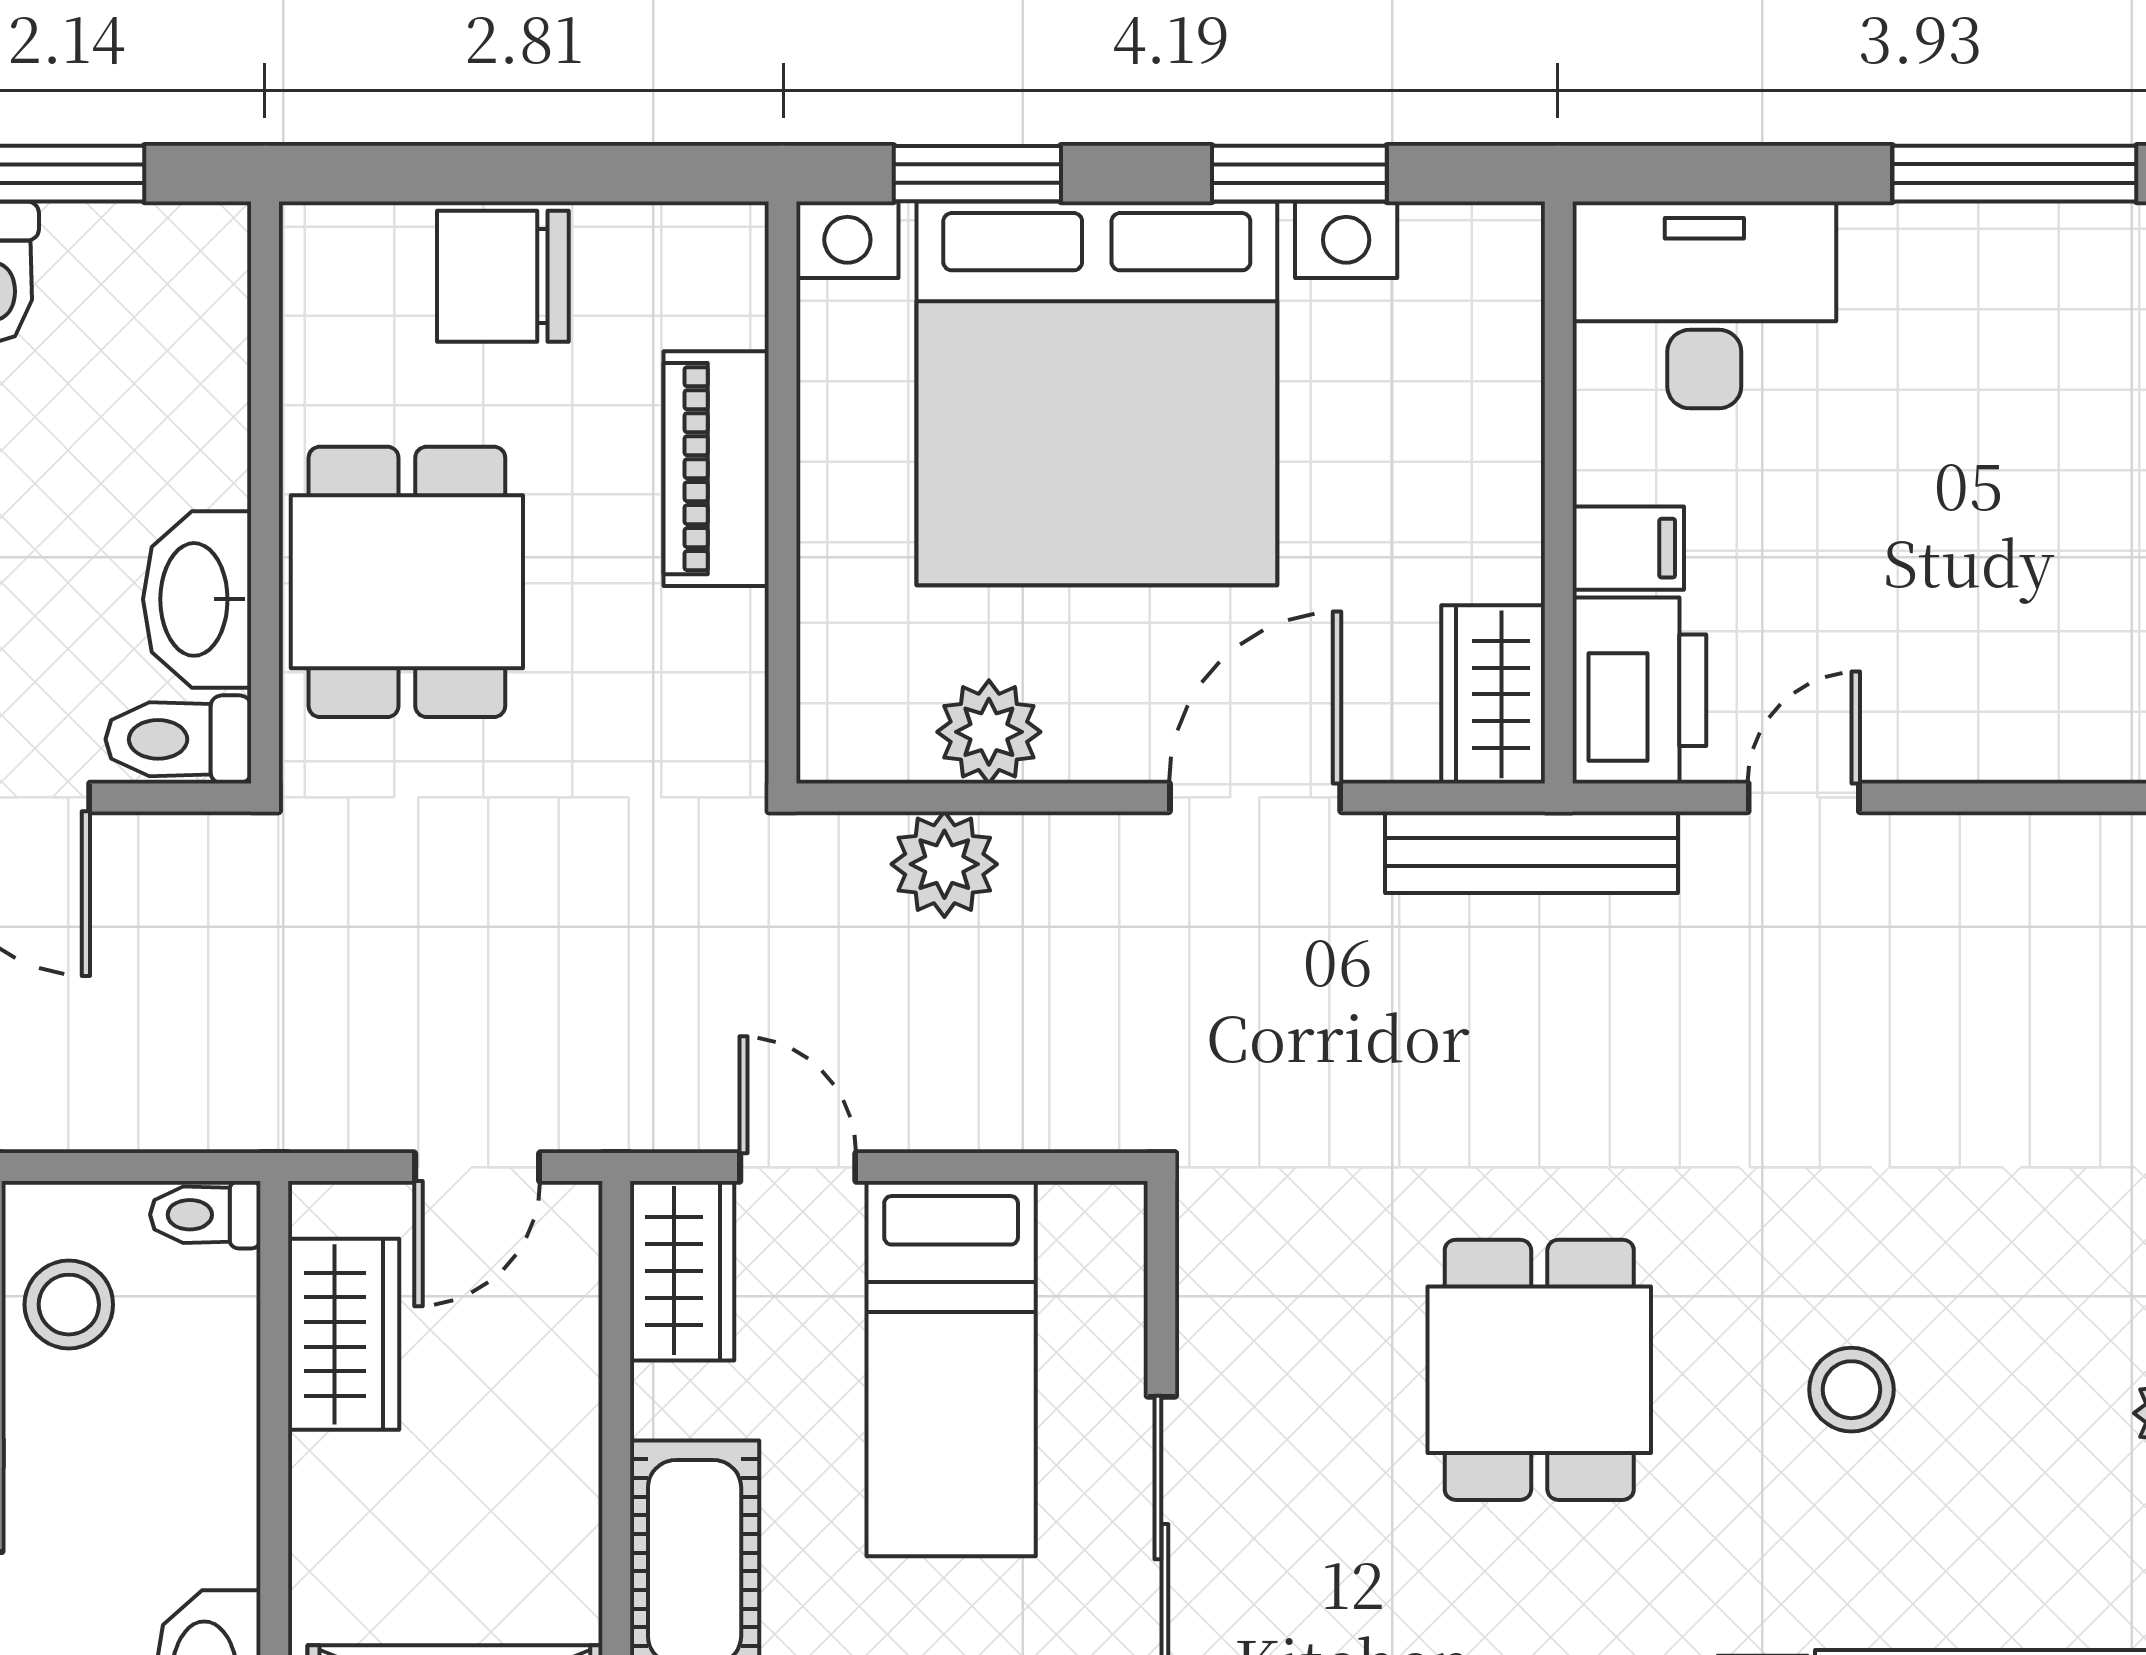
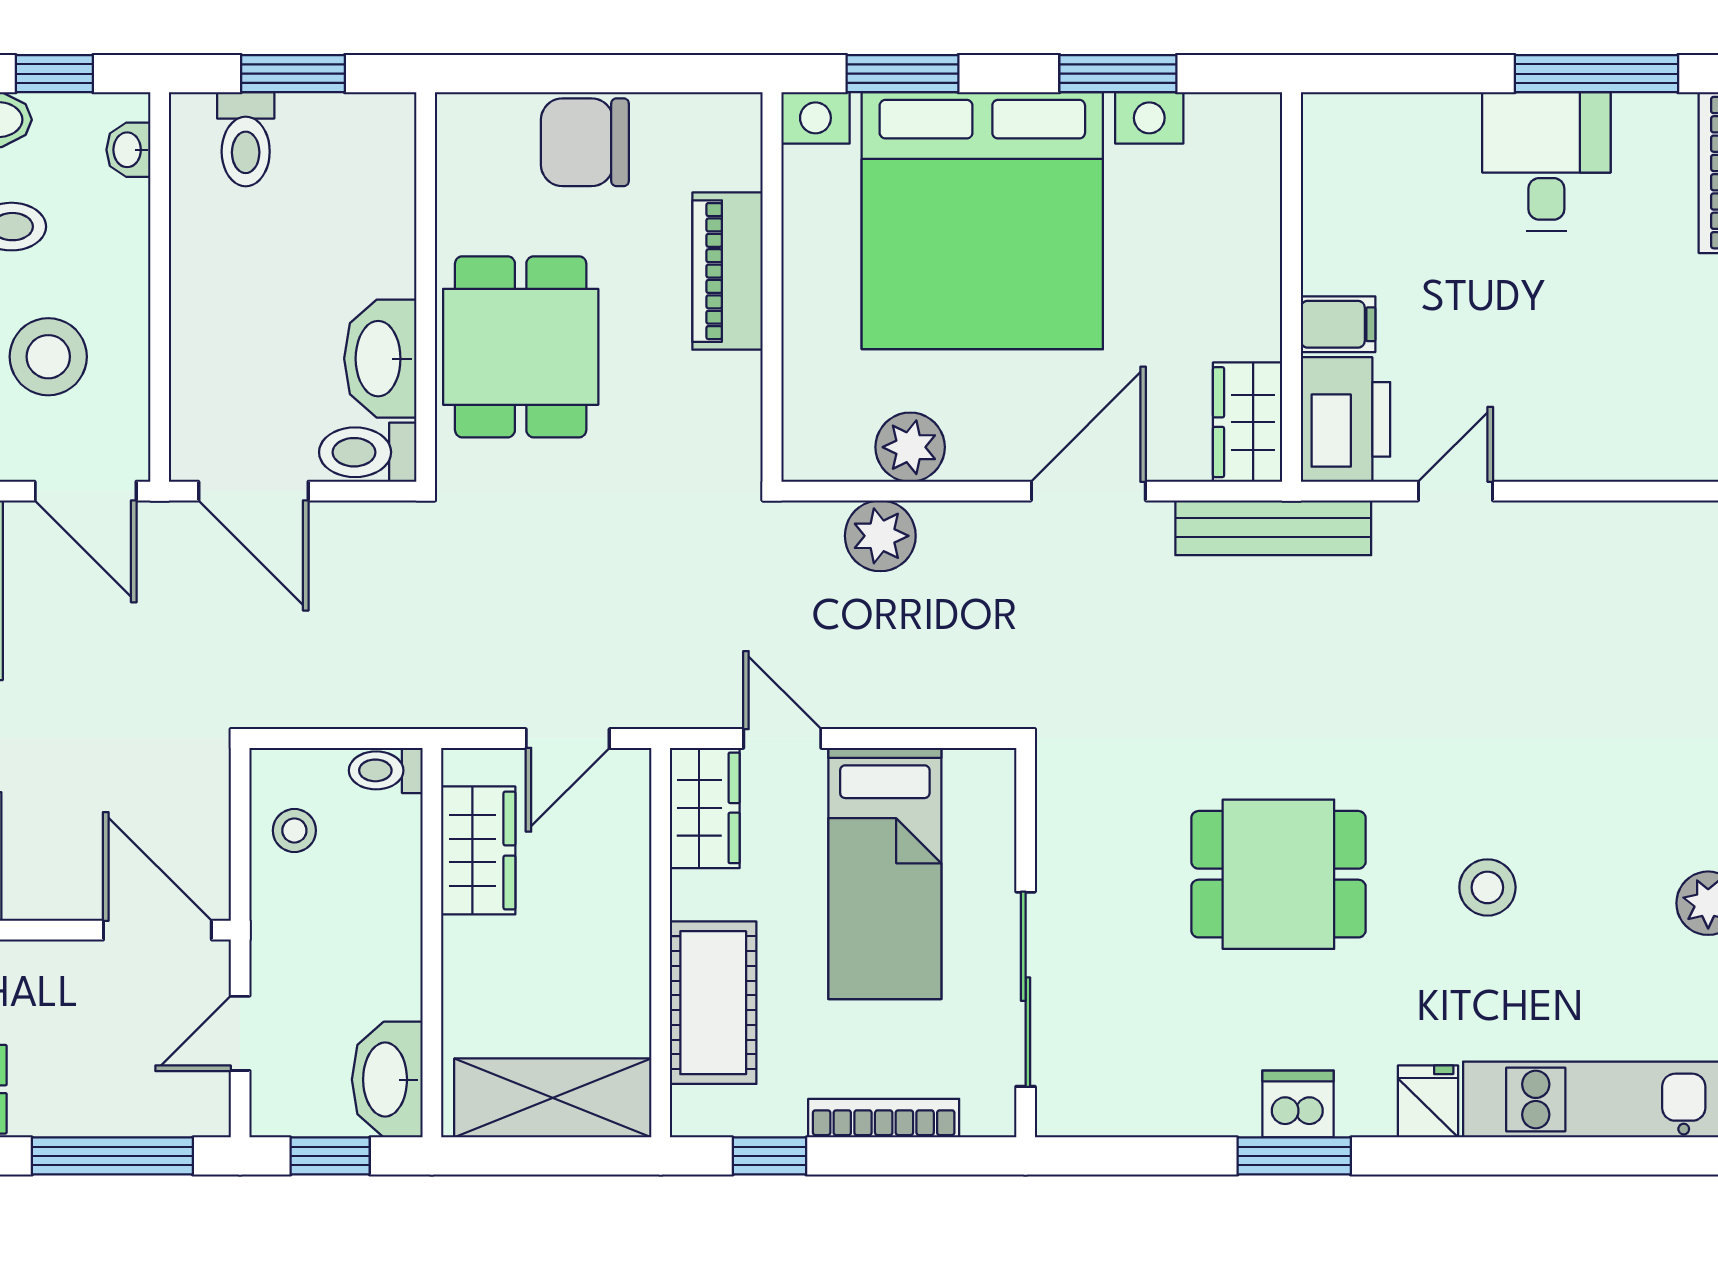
desk: (1704, 305) -> (1546, 161), moved, width x0.73
stool: (69, 1305) -> (294, 830), width x0.73, depth x0.73
dining table: (1539, 1370) -> (1278, 874), turned 90

